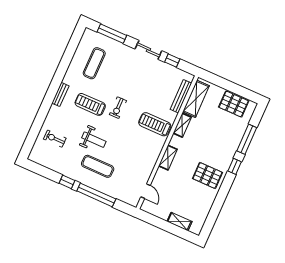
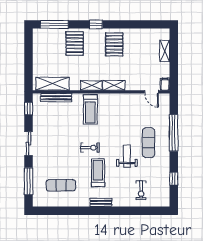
window: (172, 61) -> (29, 109), moved
treadmill: (90, 104) -> (98, 173), turned 180
pallet: (234, 104) -> (75, 44), moved
shelving: (182, 125) -> (91, 85), moved
window: (247, 139) -> (54, 24), moved
window: (67, 182) -> (174, 179), moved
door: (146, 191) -> (151, 92), swing flipped
filing cabinet: (147, 207) -> (165, 84), added

